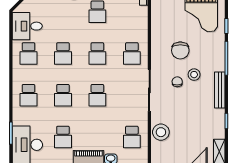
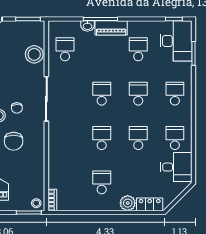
chair: (180, 50) -> (14, 141), turned 180
school desk: (132, 53) -> (65, 138), removed

